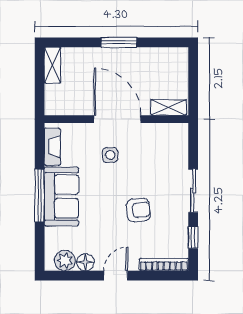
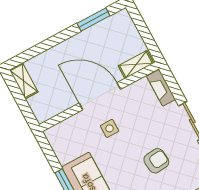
window: (119, 42) -> (93, 19), moved
fireplace: (52, 147) -> (161, 88), moved, turned 180

